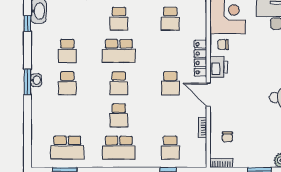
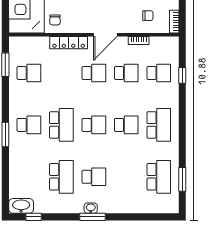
school desk: (67, 51) -> (61, 177), width x1.85
printer: (219, 67) -> (77, 24), removed
school desk: (170, 115) -> (126, 73), added

